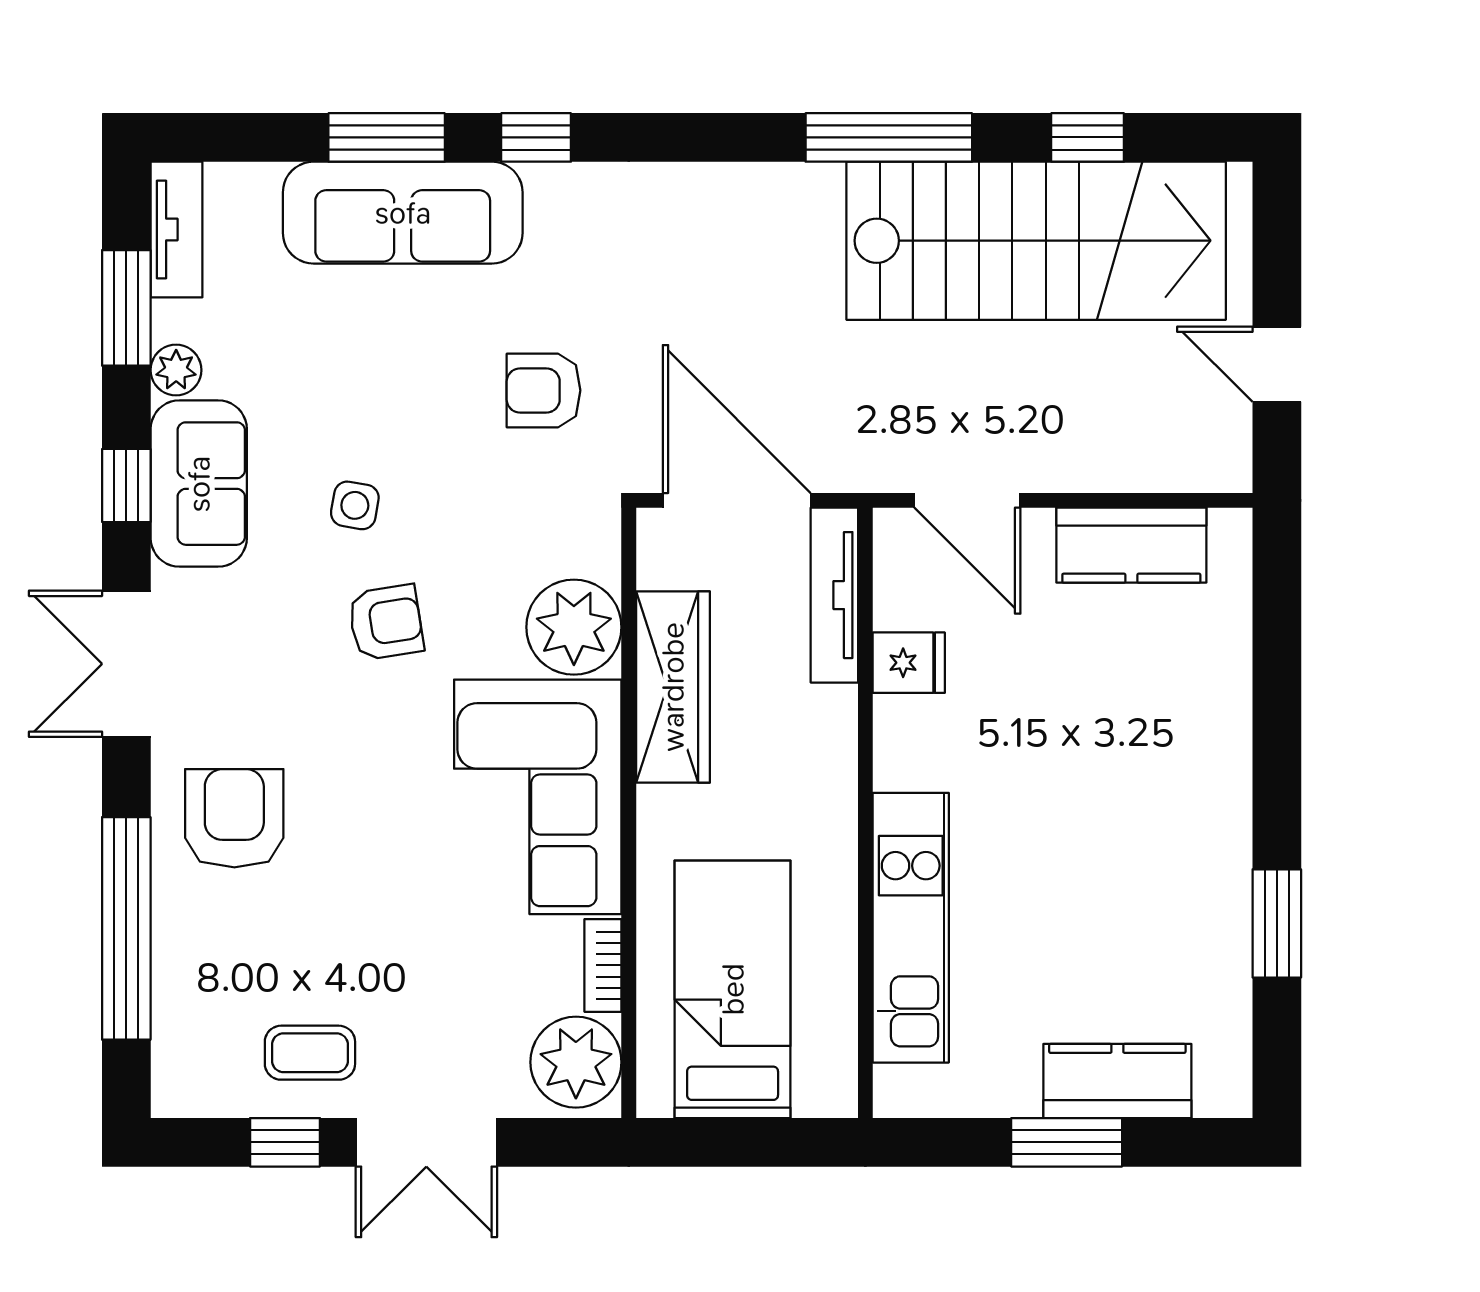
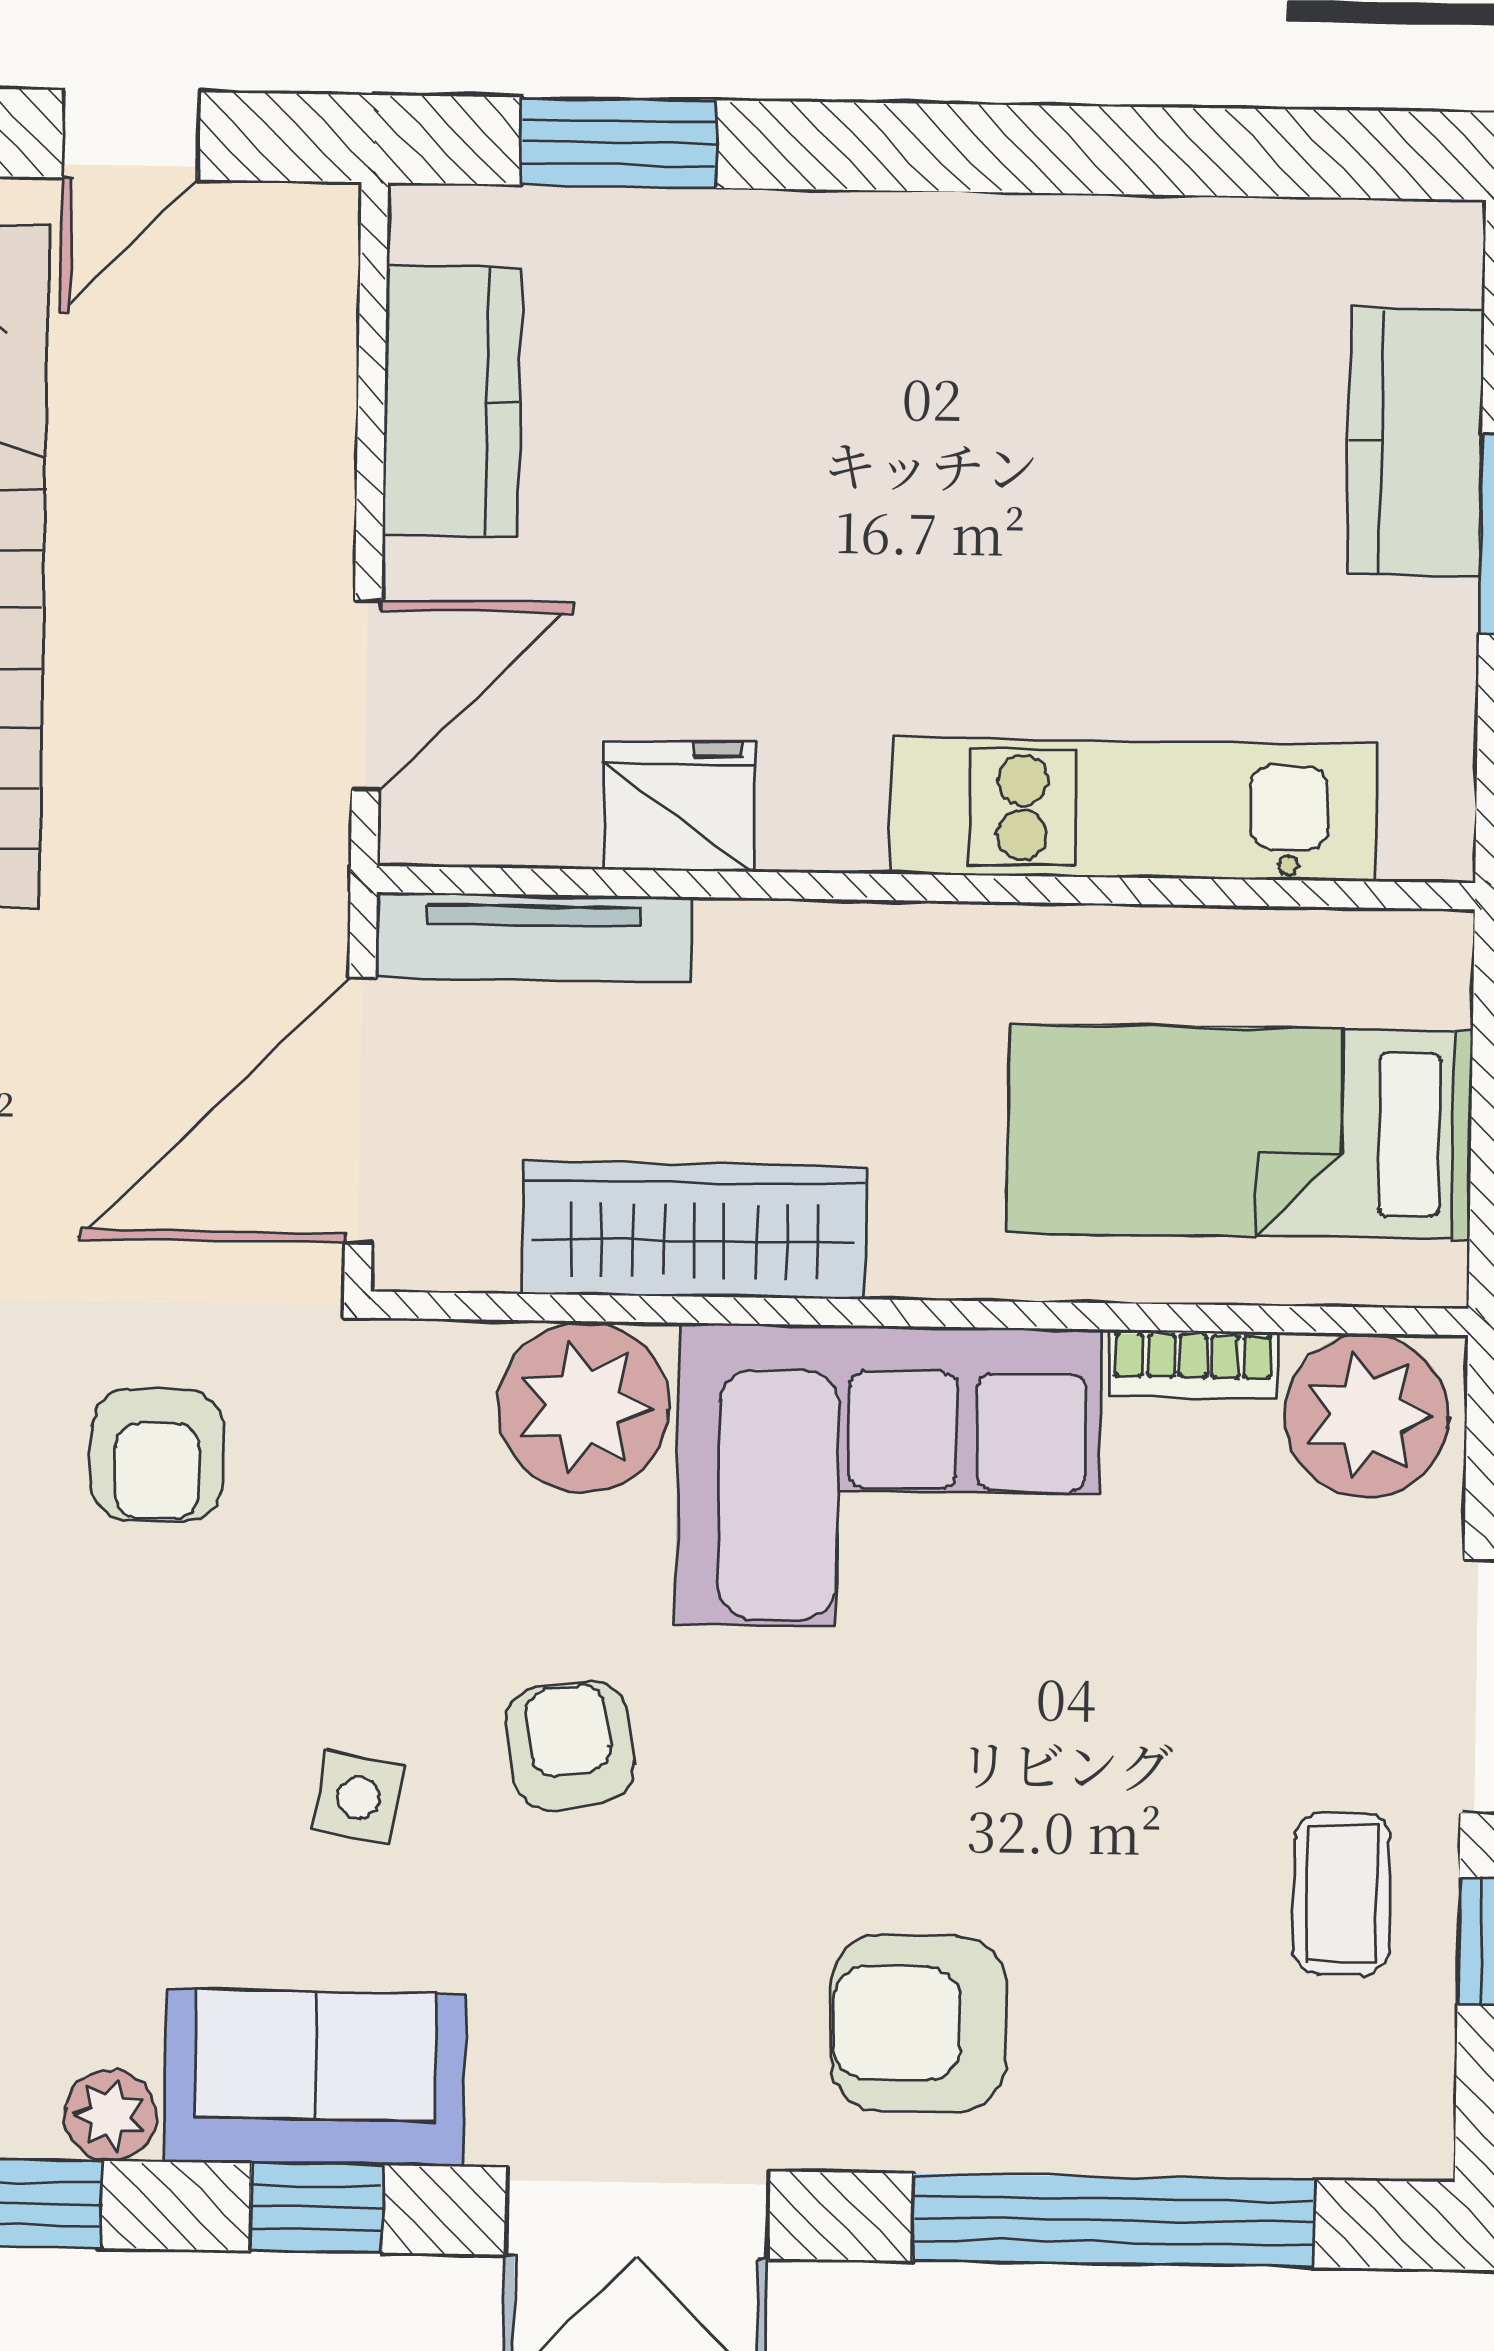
fridge: (909, 663) -> (678, 806), width x1.38
window: (1277, 923) -> (619, 143), moved

